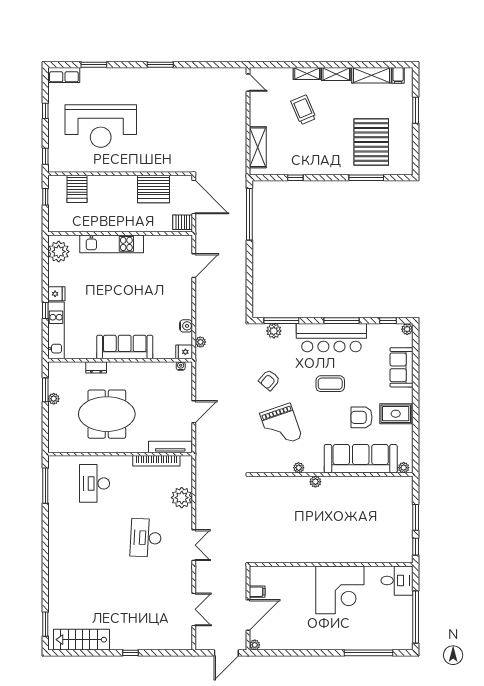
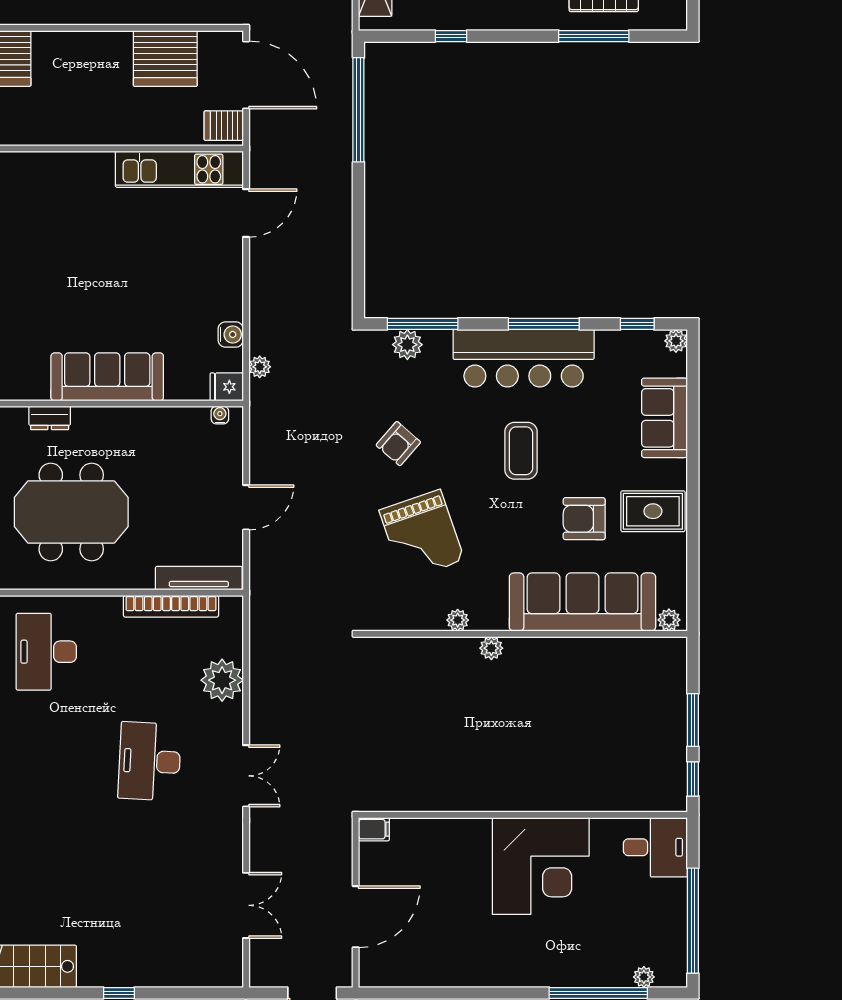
kitchen unit: (112, 244) -> (179, 169), moved
coffee table: (330, 384) -> (521, 451), turned 90
filing cabinet: (257, 592) -> (374, 829), moved
plant: (255, 645) -> (644, 977), moved

